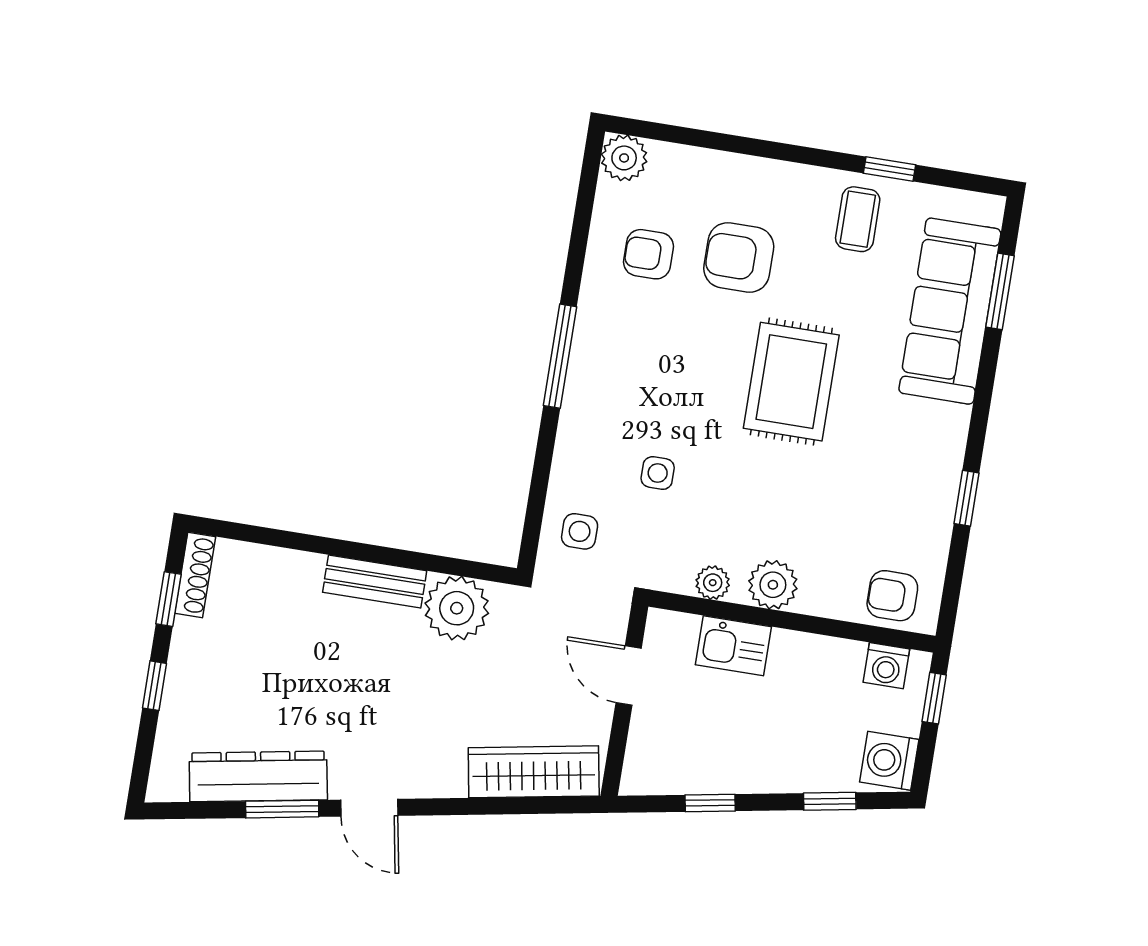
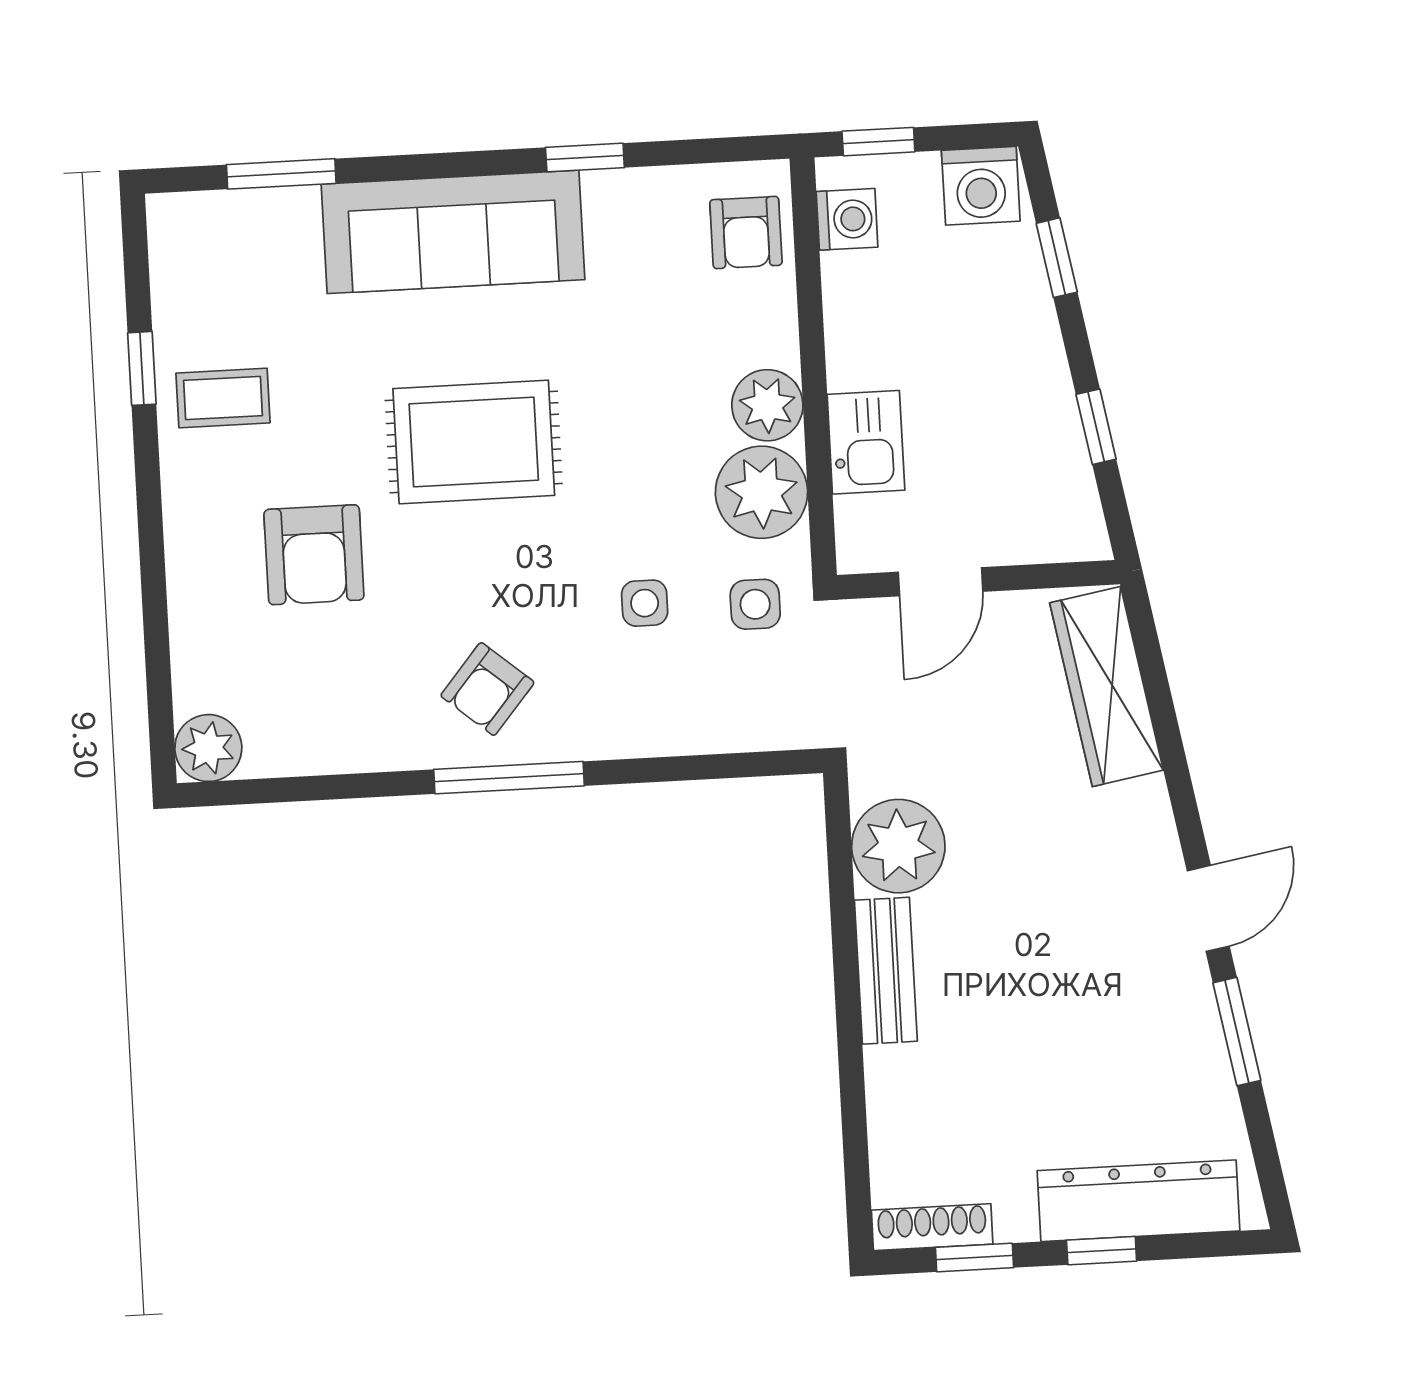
armchair: (648, 254) -> (487, 689), moved, turned 40
sofa: (950, 311) -> (453, 232), moved
side table: (580, 531) -> (755, 604), moved
plant: (713, 583) -> (762, 492), width x1.87, depth x1.87
dresser: (258, 776) -> (1138, 1201), moved, turned 100

